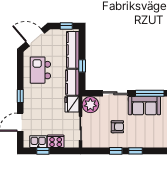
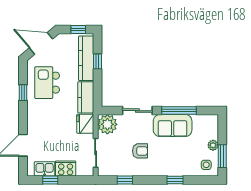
window: (82, 66) -> (98, 61), moved
window: (20, 96) -> (23, 93), moved
window: (116, 151) -> (125, 180), moved
window: (136, 151) -> (175, 180), moved

